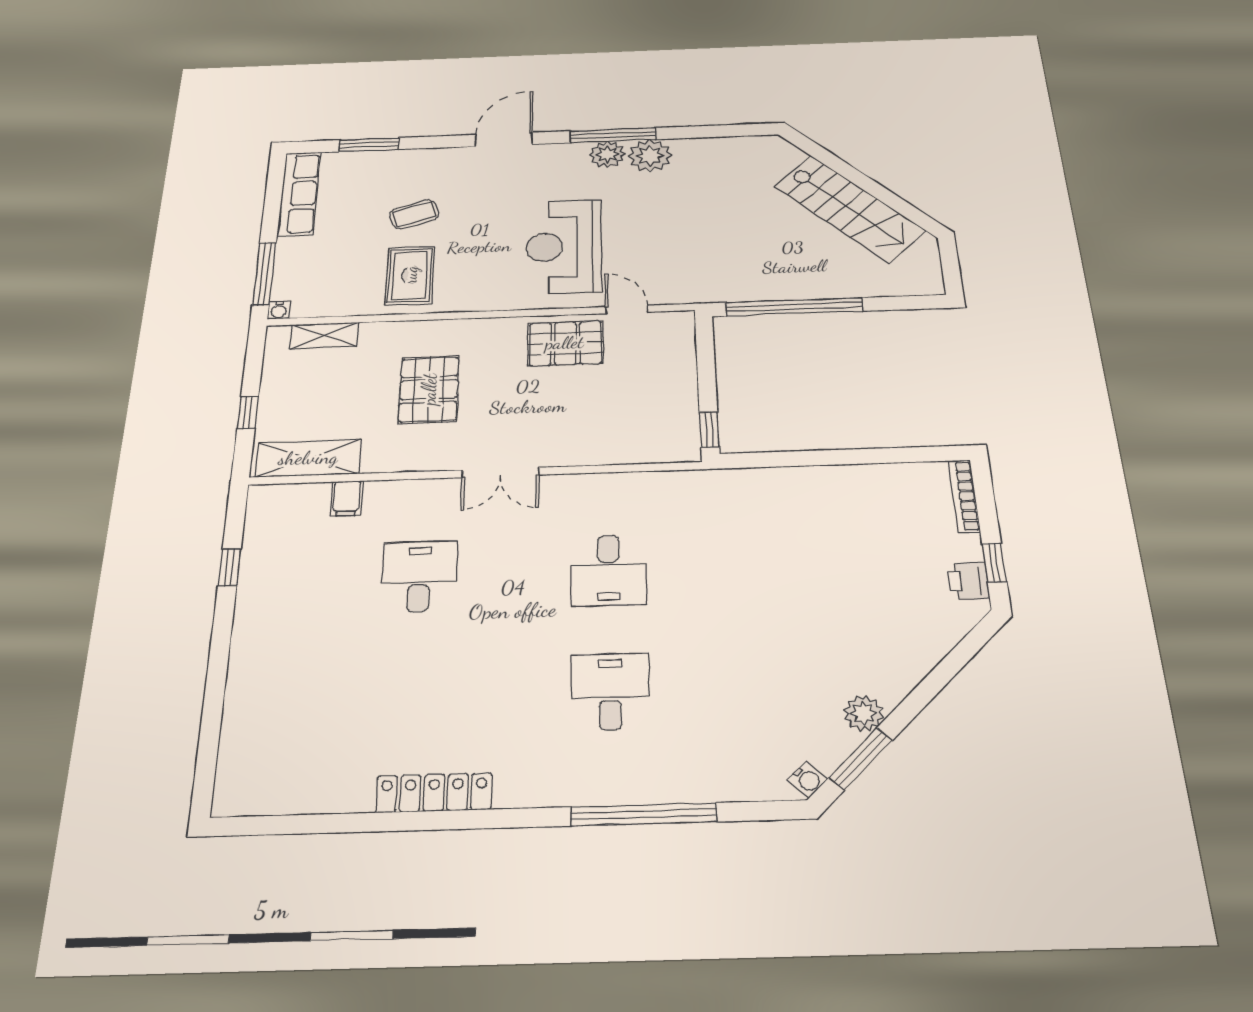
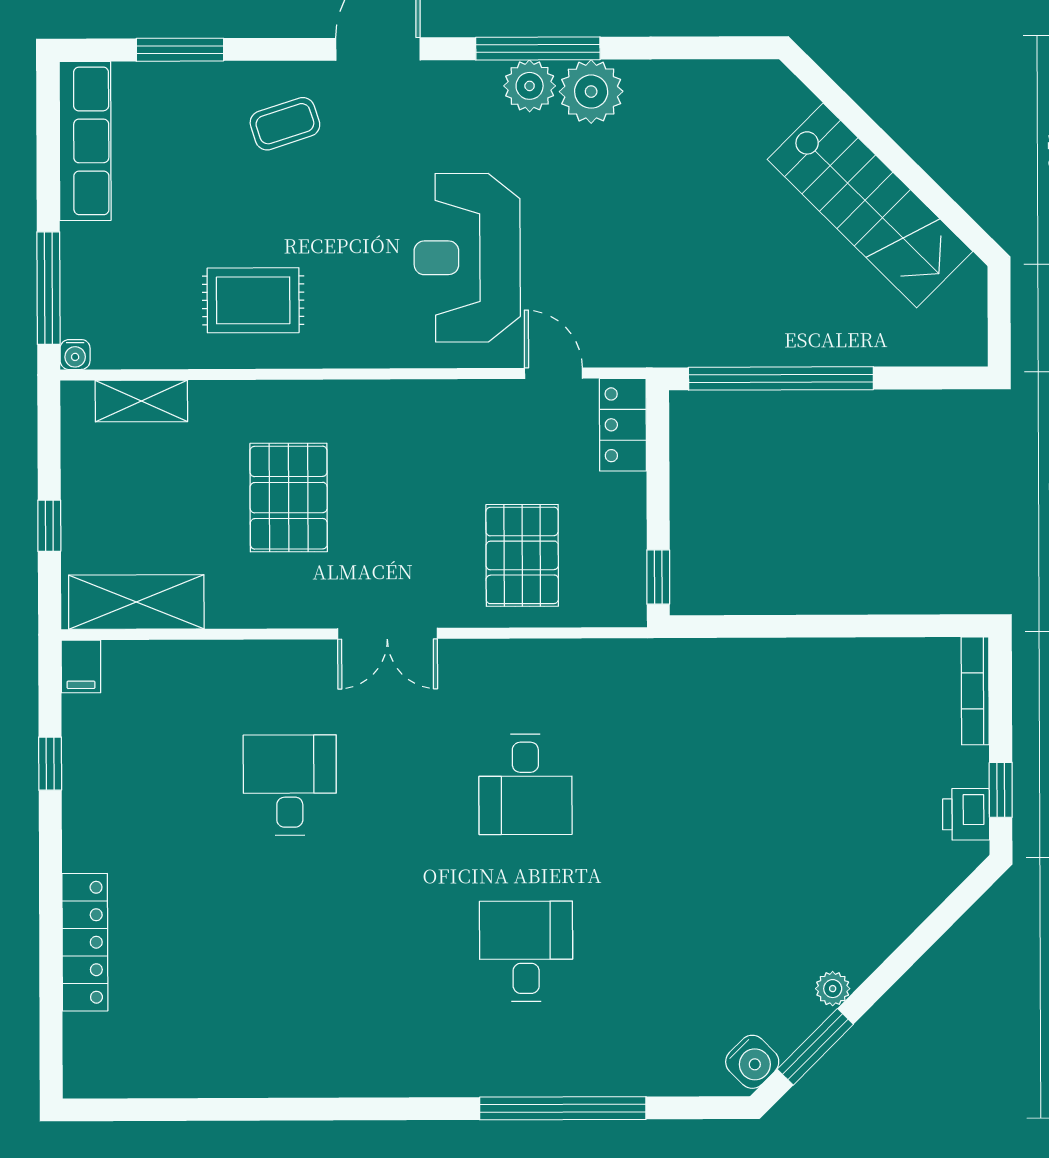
coffee table: (414, 214) -> (285, 124), moved
rug: (410, 275) -> (253, 300), turned 90
locker: (679, 338) -> (623, 425), added
pallet: (565, 343) -> (522, 555), moved, turned 90
filing cabinet: (347, 498) -> (81, 666), moved
plant: (864, 713) -> (833, 989), width x0.73, depth x0.73
water cooler: (808, 779) -> (752, 1062), width x1.38, depth x1.38
locker: (434, 793) -> (85, 942), moved, turned 90

